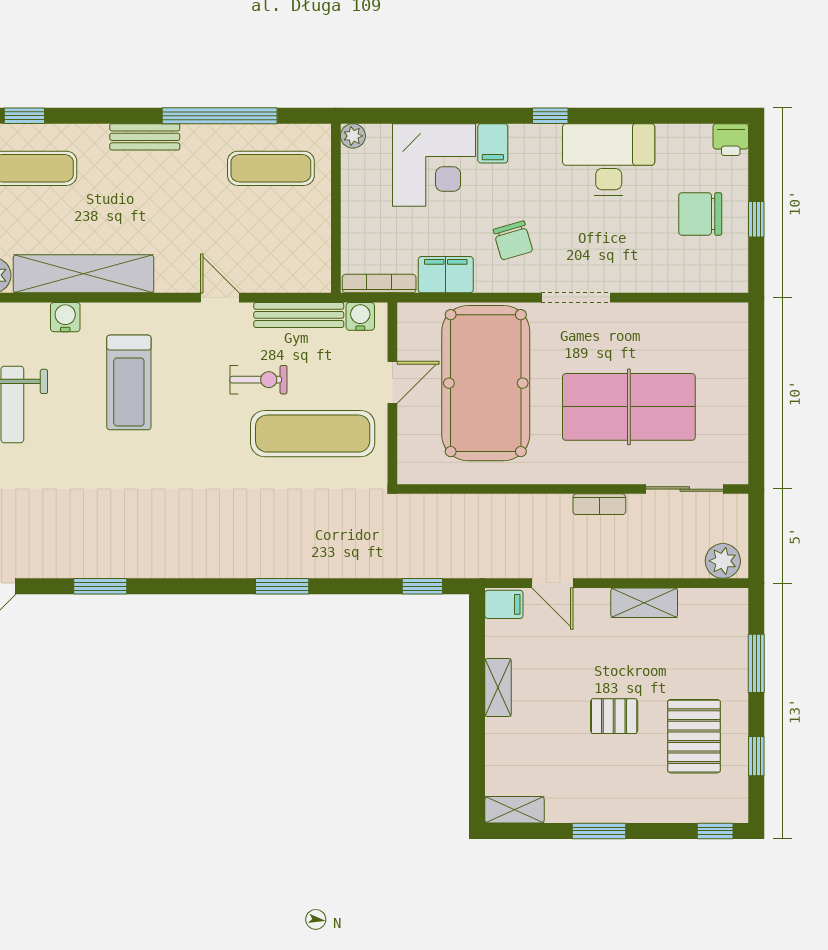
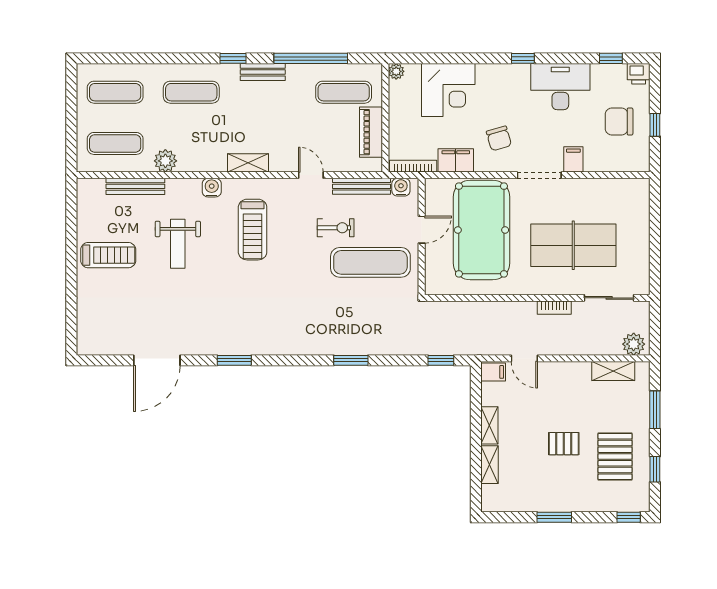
window: (24, 116) -> (233, 58), moved
window: (688, 116) -> (611, 58), added
filing cabinet: (493, 143) -> (573, 159), moved, turned 180
piano: (314, 230) -> (371, 132), added
shelving: (83, 274) -> (248, 163), width x0.45, depth x0.75
shelving: (644, 603) -> (613, 371), moved
shelving: (515, 810) -> (489, 465), moved, turned 90

